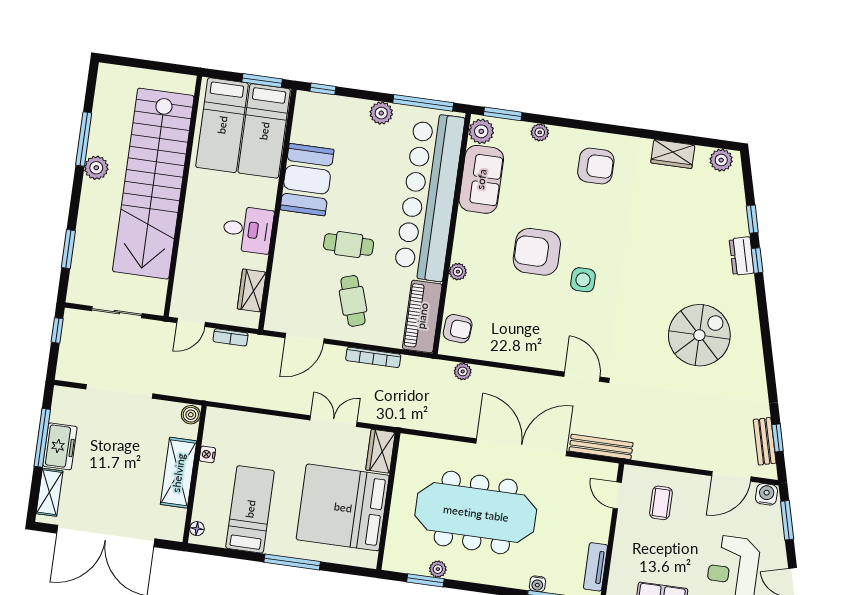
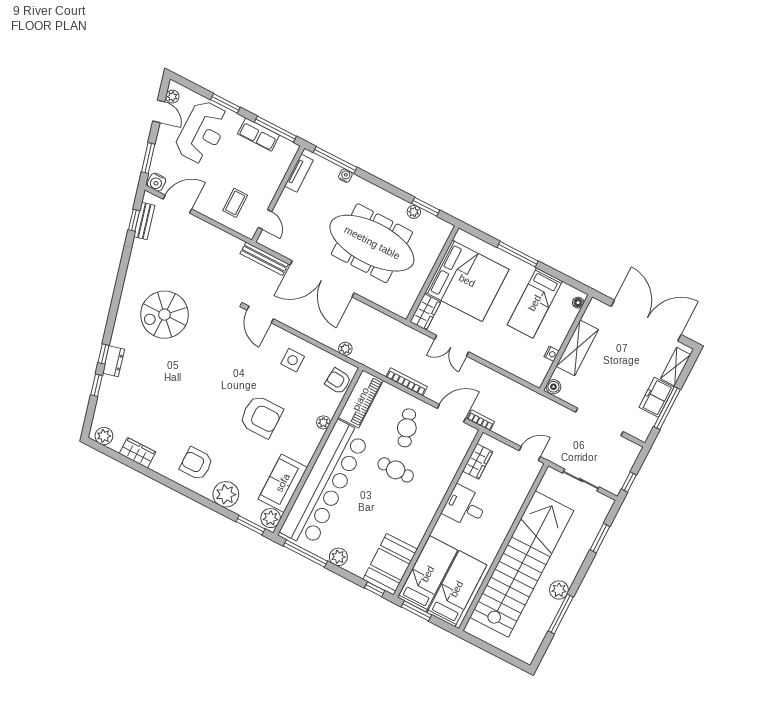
plant: (540, 132) -> (226, 494), width x1.88, depth x1.88
booth: (307, 180) -> (390, 564), moved
side table: (583, 280) -> (293, 360), moved
bookcase: (231, 337) -> (481, 420), moved

